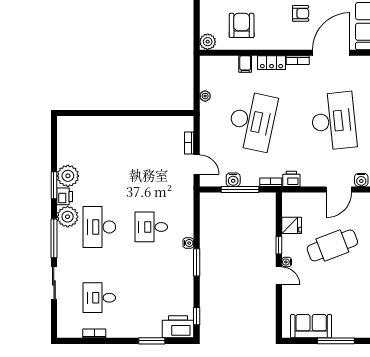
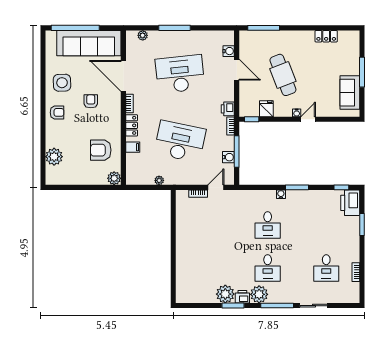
desk: (99, 227) -> (268, 268), width x0.73
window: (279, 245) -> (252, 119), moved

